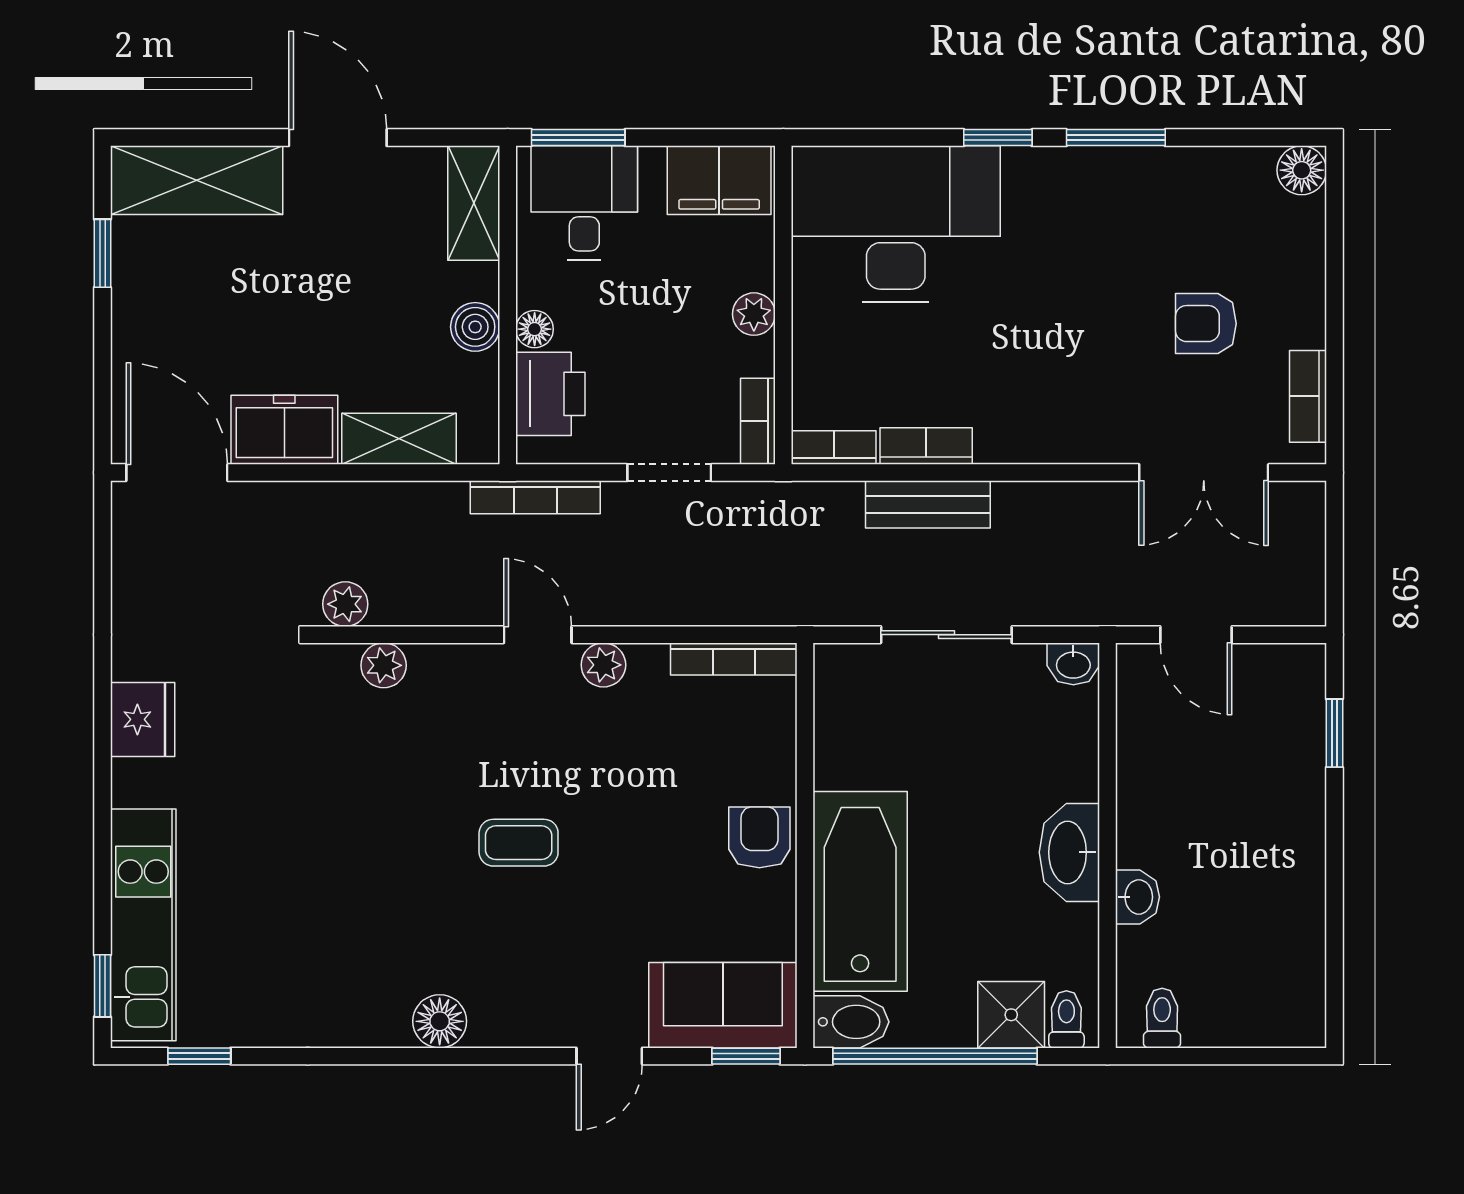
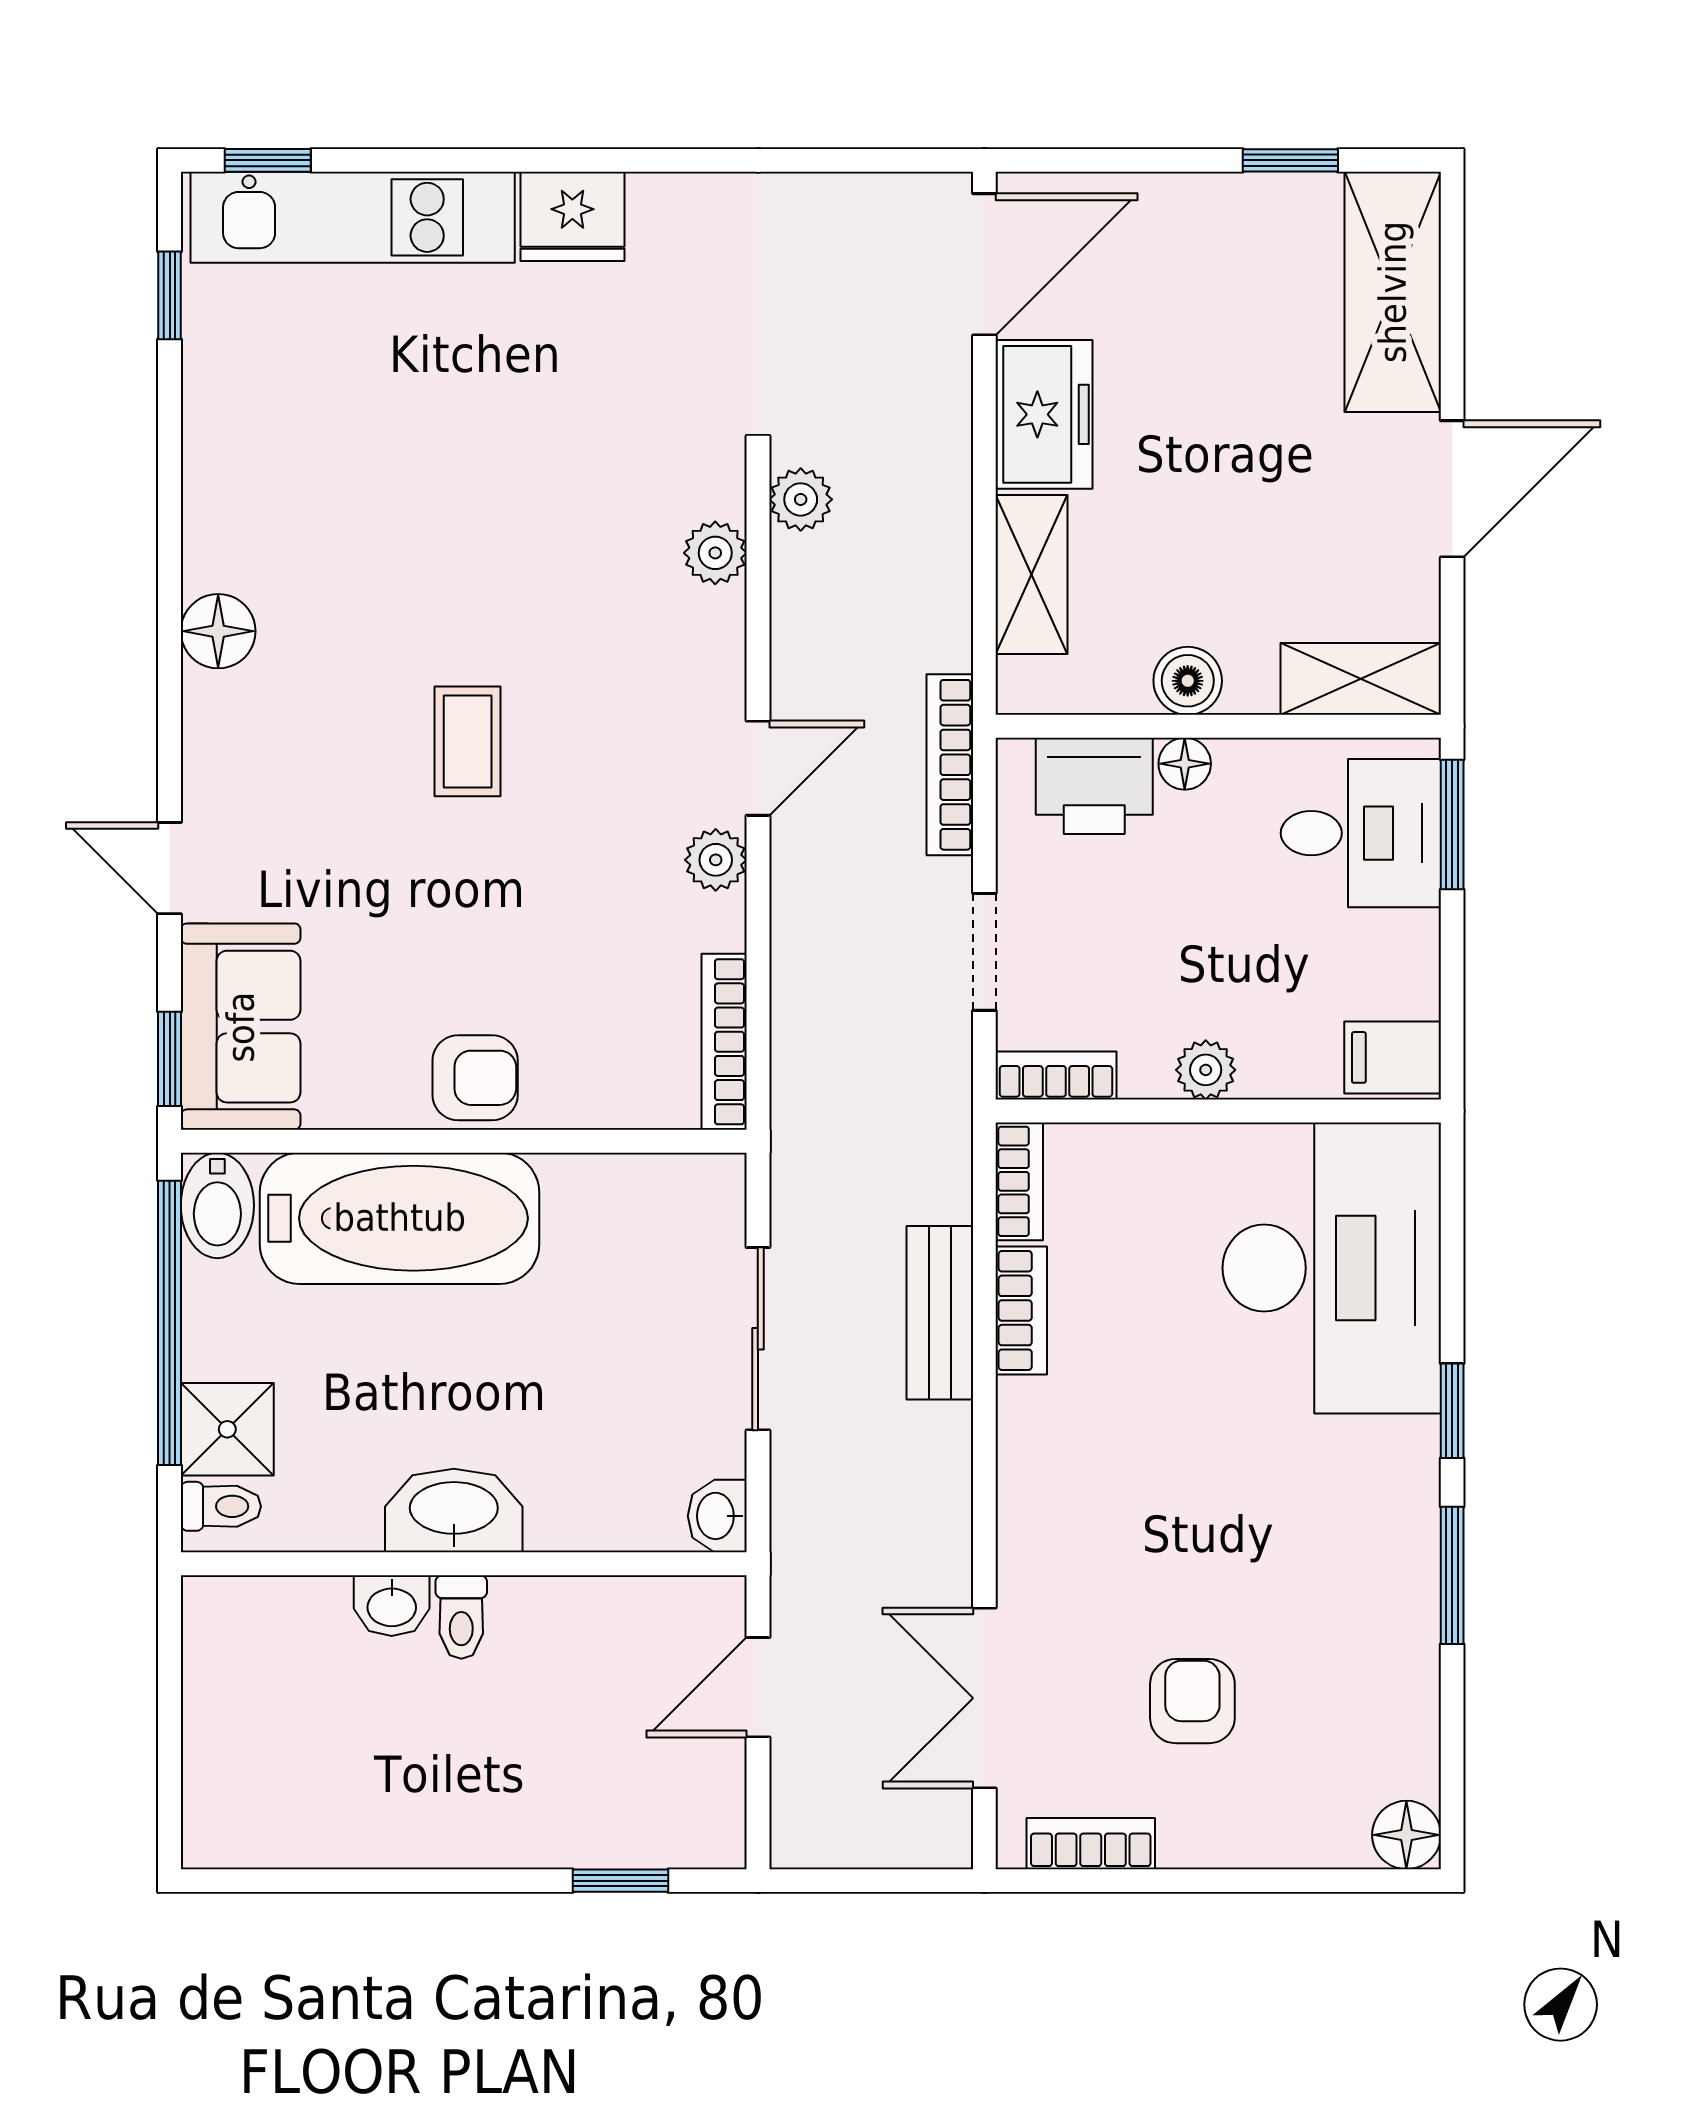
filing cabinet: (719, 180) -> (1393, 1057), width x0.50
fridge: (143, 719) -> (572, 216), moved
toilet: (1162, 1018) -> (461, 1617), moved, turned 90

